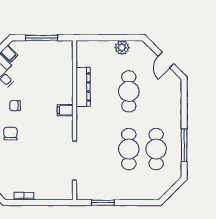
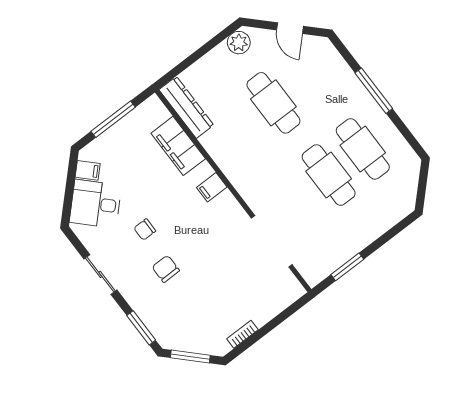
plant: (122, 48) -> (239, 43), moved
filing cabinet: (64, 76) -> (178, 146), added
dresser: (83, 87) -> (186, 107), moved
window: (184, 145) -> (374, 91), moved

